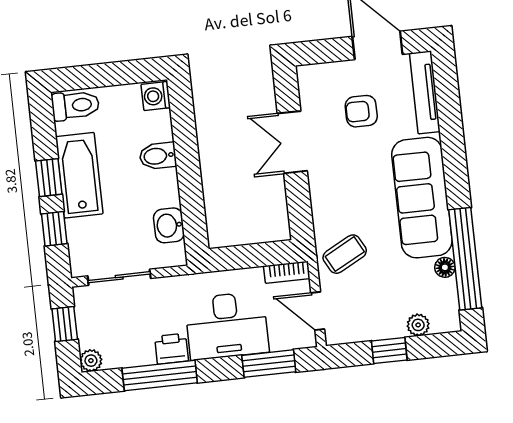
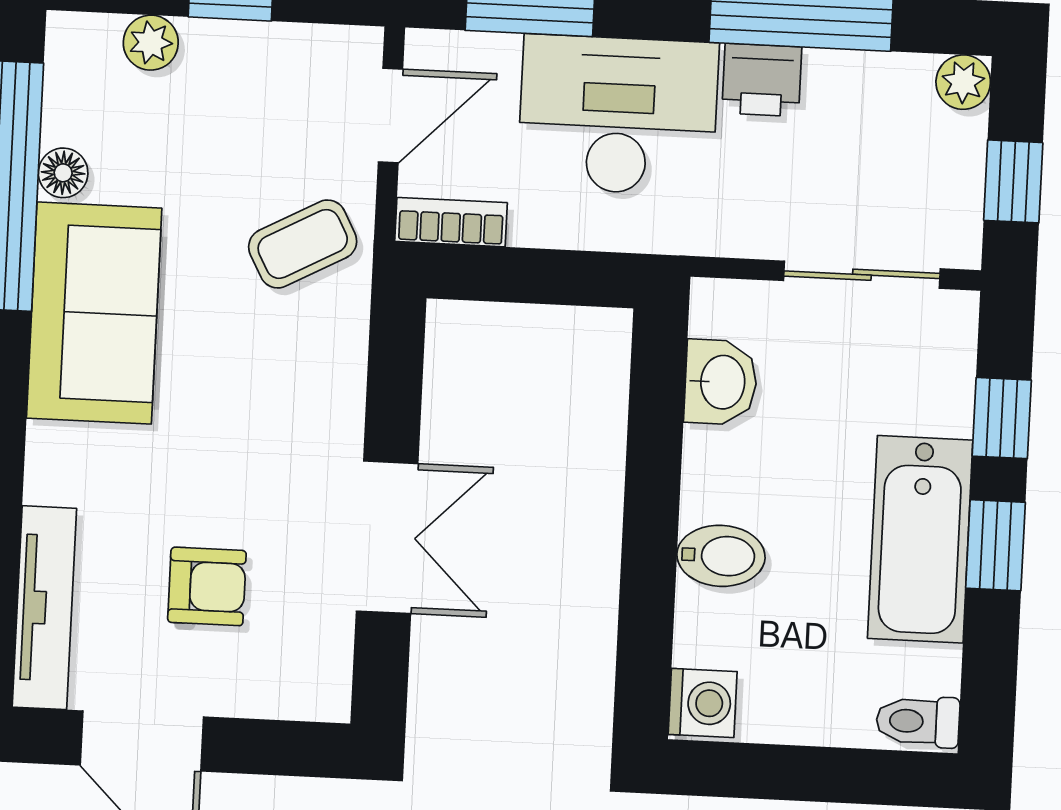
toilet: (75, 105) -> (918, 721), width x0.73, depth x0.72
sofa: (422, 198) -> (94, 313), width x0.73
door: (318, 311) -> (390, 115), hinge flipped

